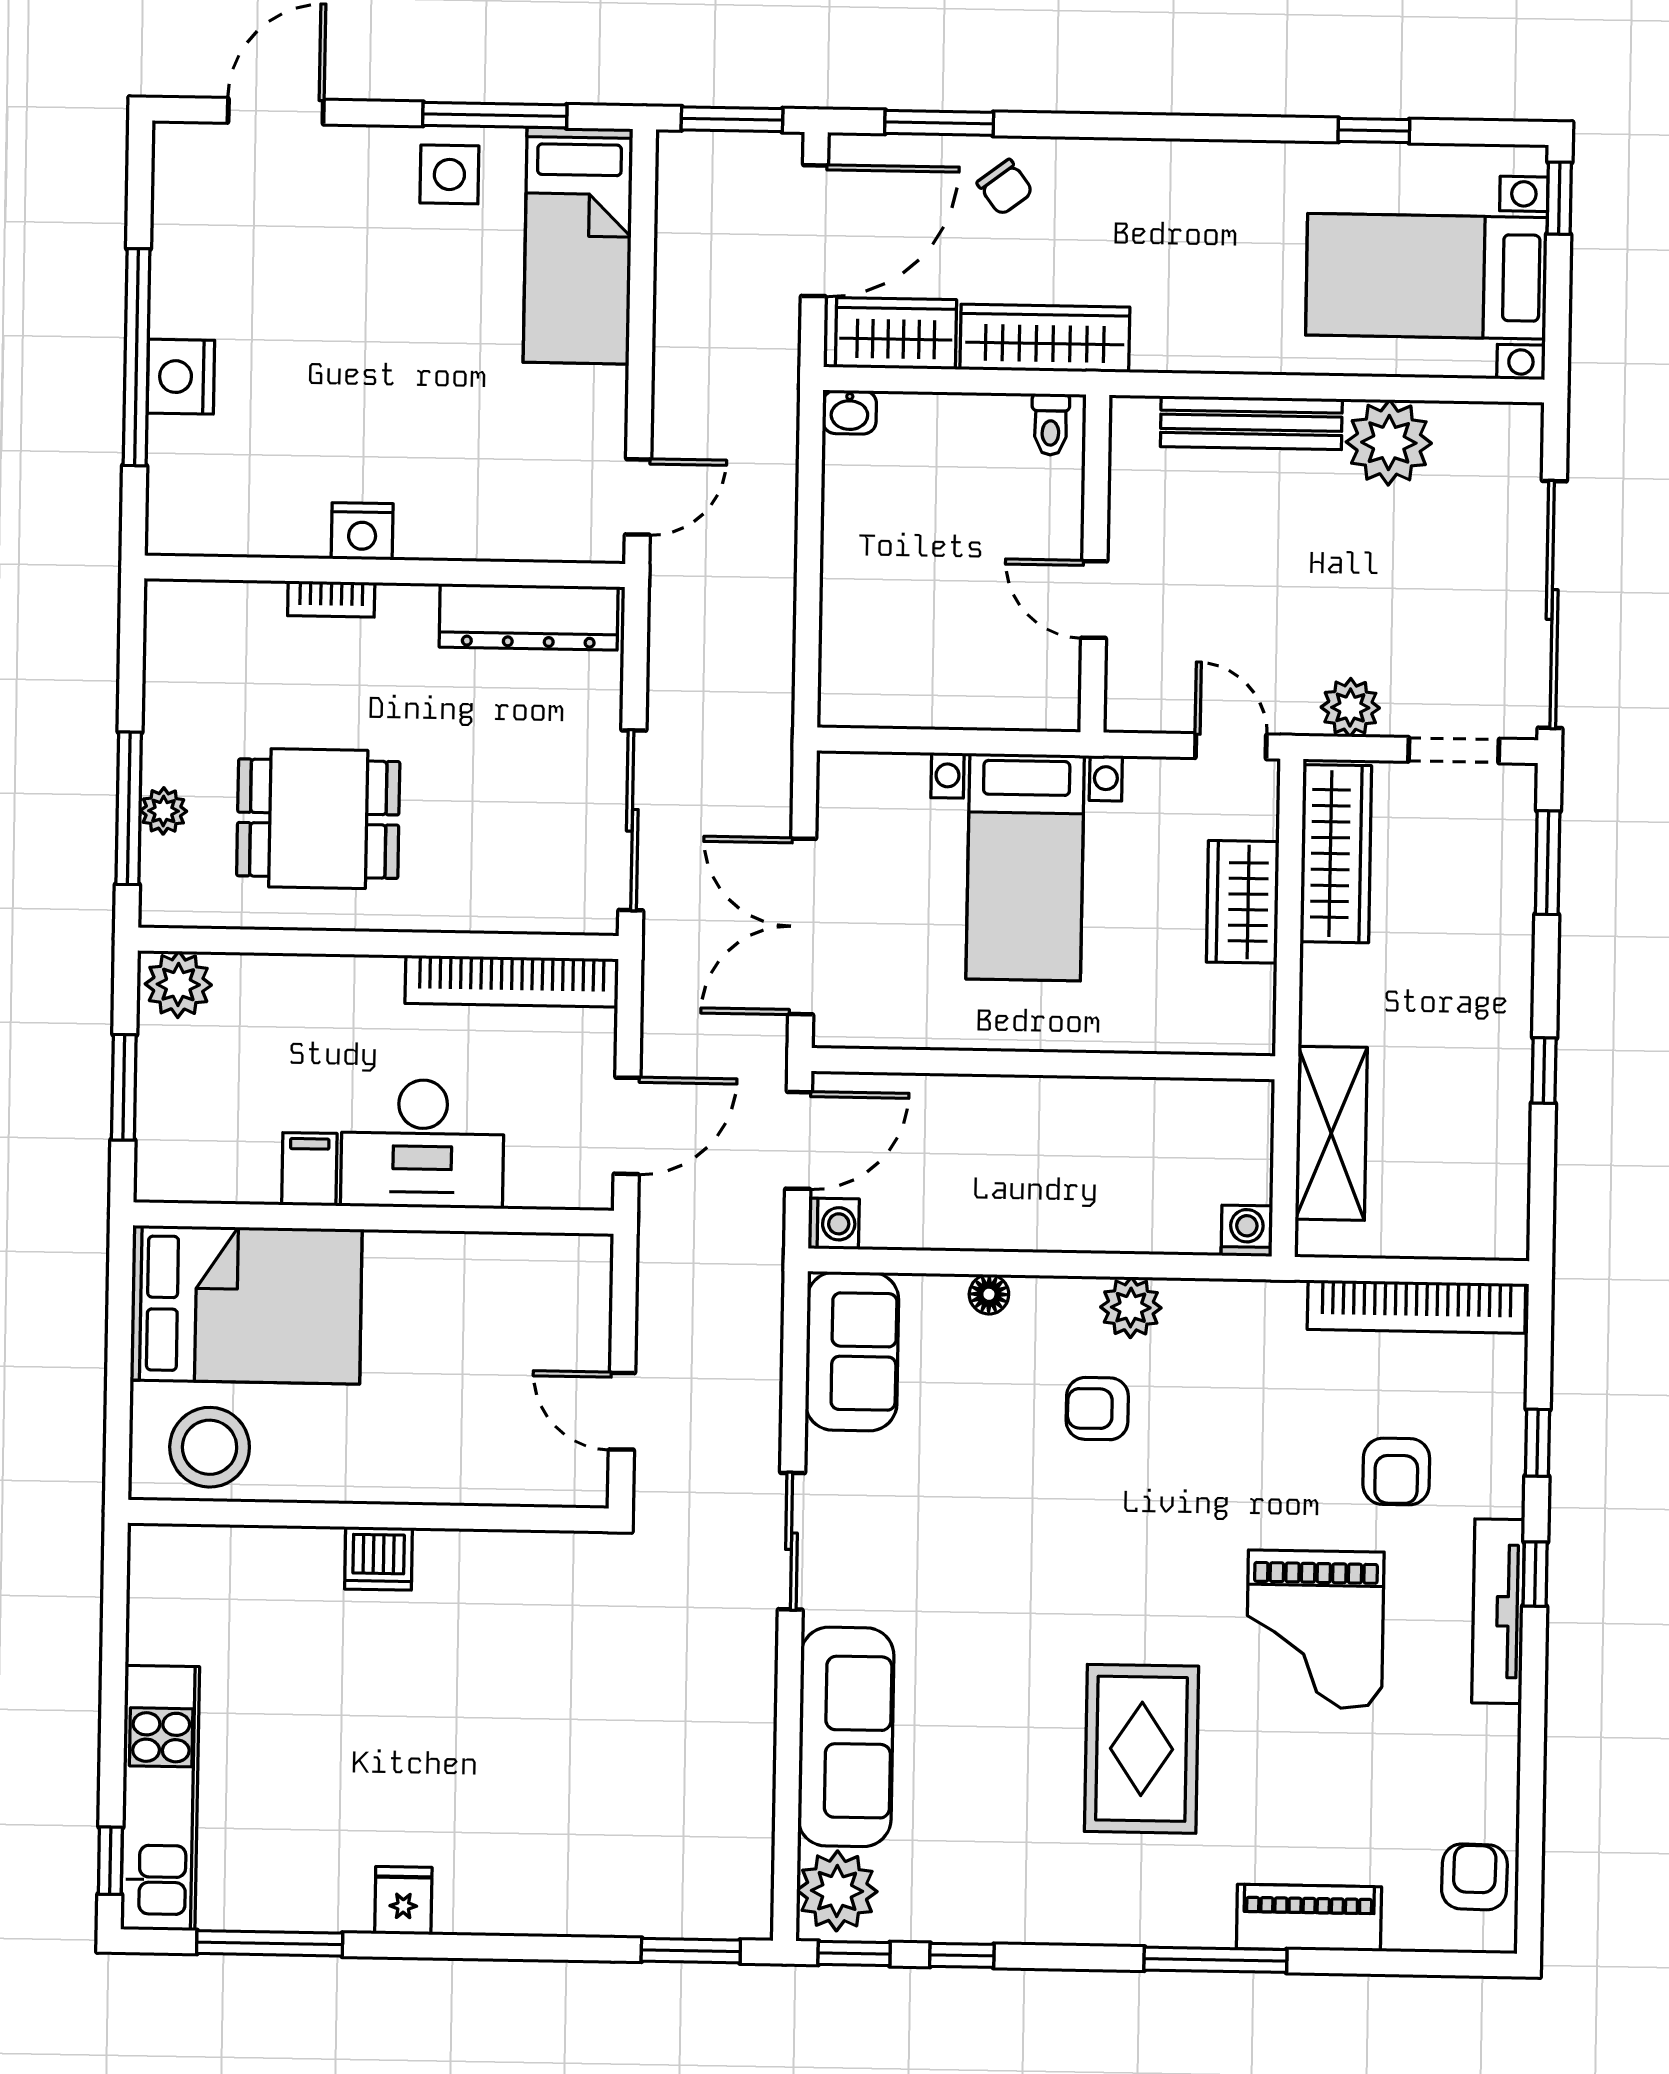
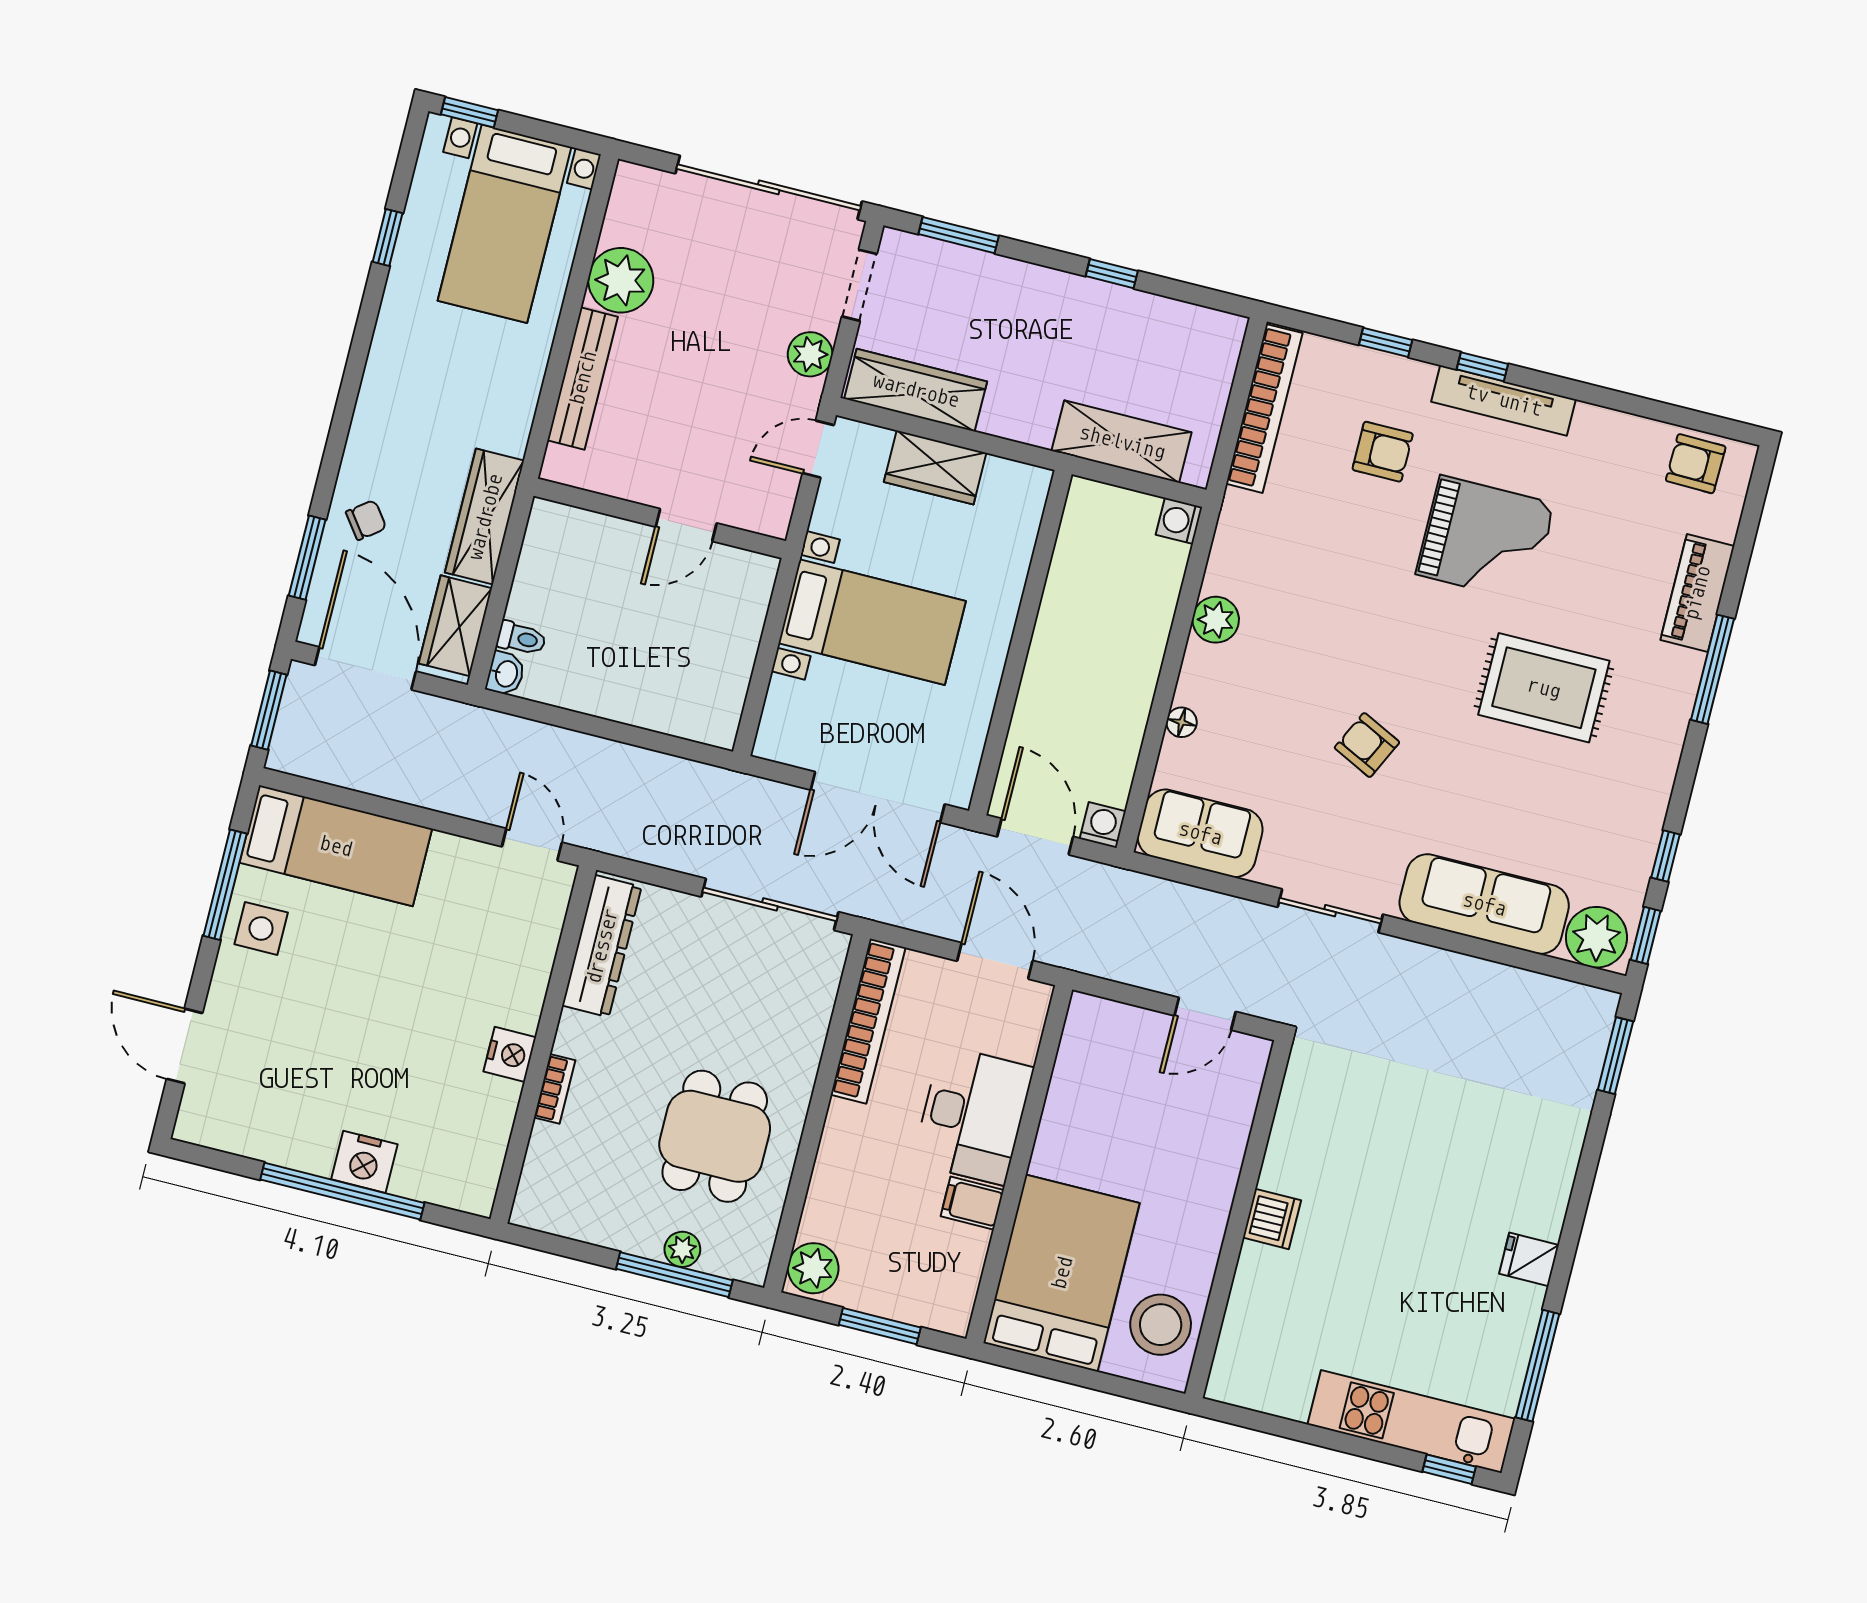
toilet: (1051, 424) -> (521, 638), moved
armchair: (1097, 1409) -> (1367, 745), moved, turned 116

